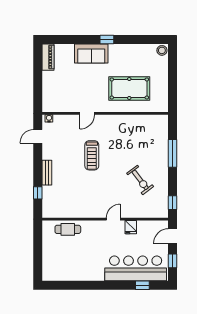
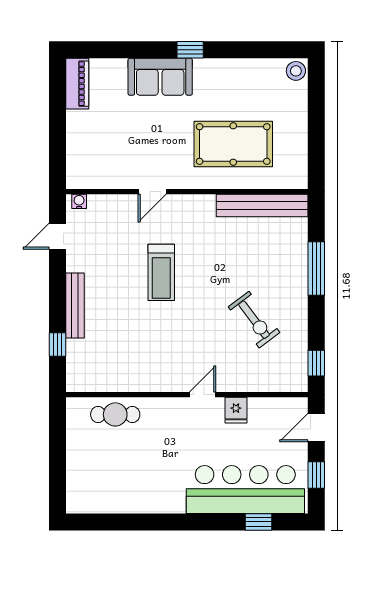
bench: (144, 121) -> (262, 206), added
bench: (47, 173) -> (75, 306), width x1.36

